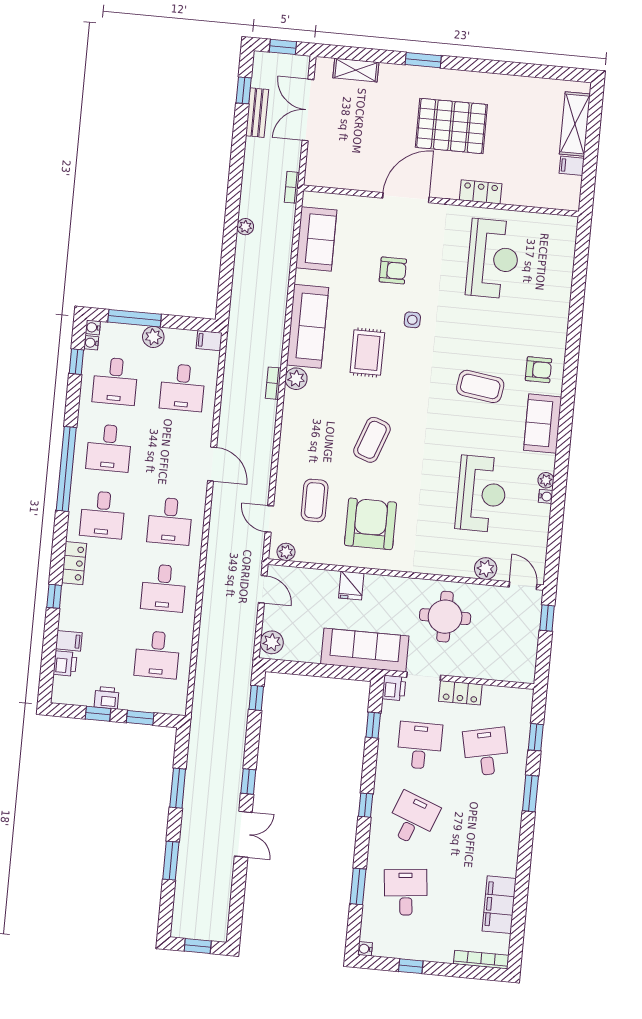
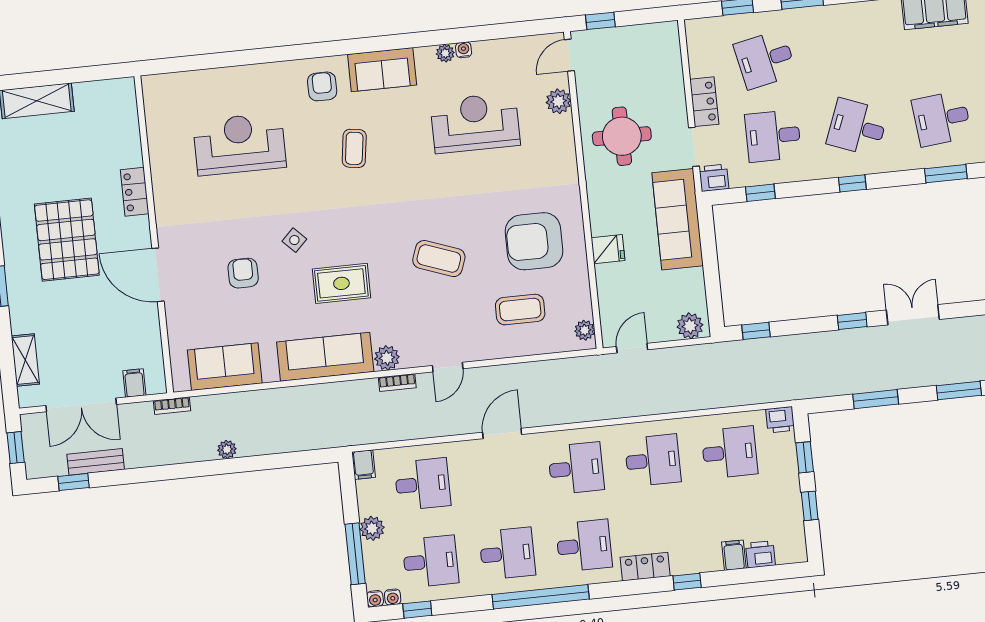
filing cabinet: (572, 166) -> (134, 383), moved, turned 180
reception desk: (493, 259) -> (239, 144), moved
side table: (412, 320) -> (294, 240), turned 45
coffee table: (480, 386) -> (354, 148), width x0.73, depth x0.77
door: (269, 519) -> (448, 367), moved
printer: (107, 698) -> (780, 420), moved, turned -90

